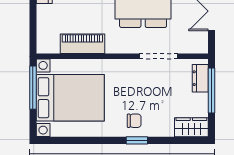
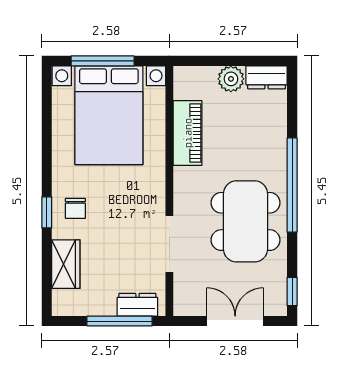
plant: (45, 14) -> (231, 79), added
window: (33, 88) -> (103, 61), moved
wardrobe: (191, 127) -> (66, 264), moved

